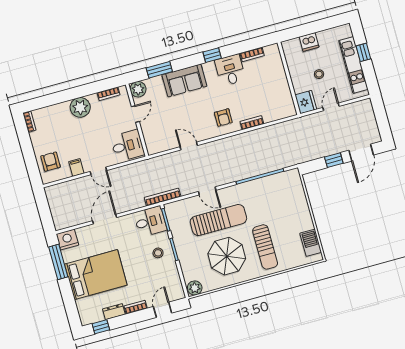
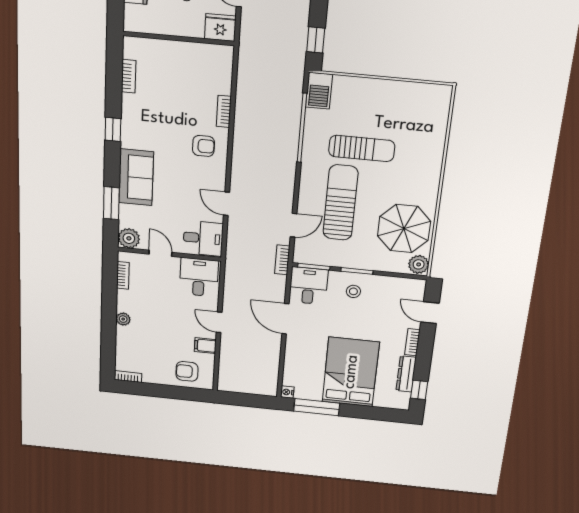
desk: (230, 70) -> (203, 238), moved, turned 180
plant: (80, 107) -> (123, 319), width x0.53, depth x0.53
door: (189, 146) -> (227, 204), hinge flipped
window: (334, 160) -> (316, 40), moved
door: (98, 171) -> (219, 322), swing flipped
door: (207, 191) -> (294, 225), moved
bookcase: (163, 197) -> (282, 260), width x0.64
door: (105, 219) -> (285, 319), moved
nightstand: (67, 239) -> (287, 392), width x0.53, depth x0.56
barbecue: (311, 243) -> (319, 91), moved, turned -90
sun lounger: (265, 247) -> (362, 148), moved
parasol: (227, 256) -> (404, 229), moved
dresser: (114, 312) -> (406, 374), width x1.44

